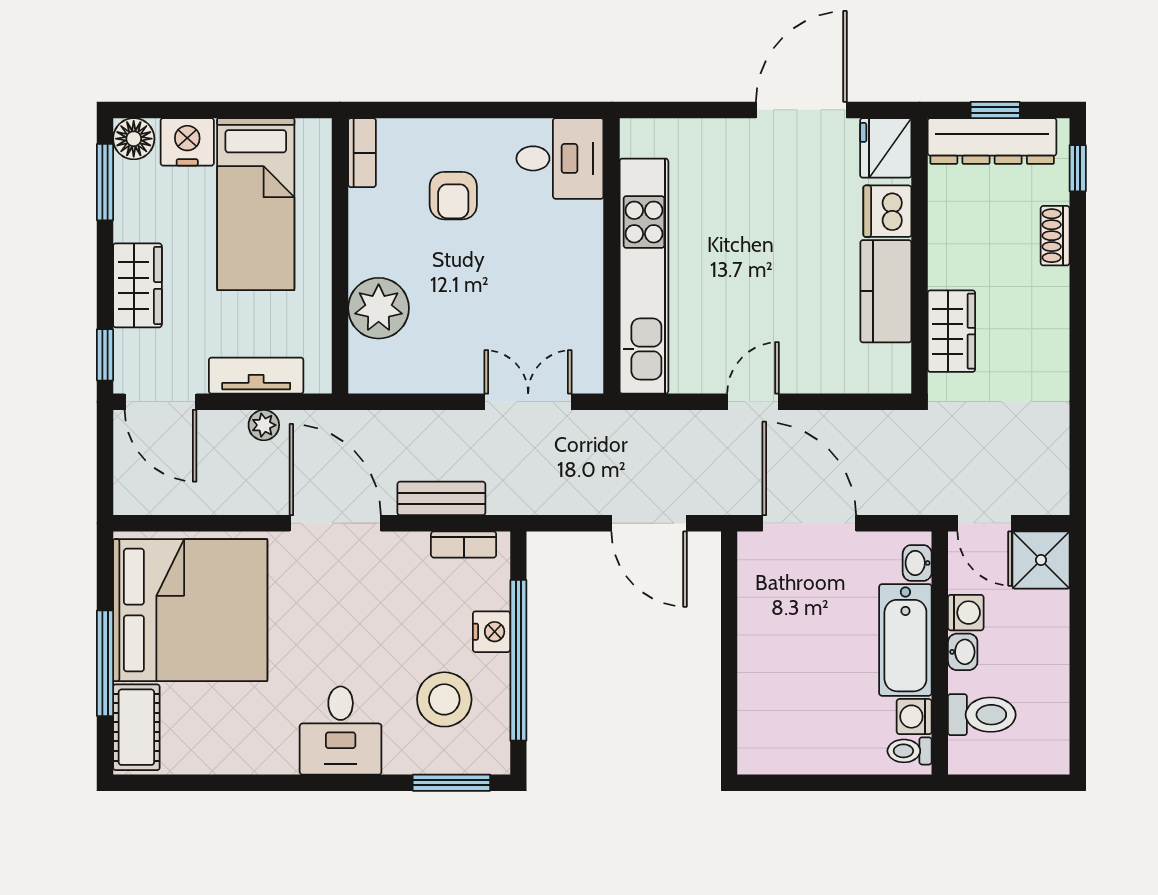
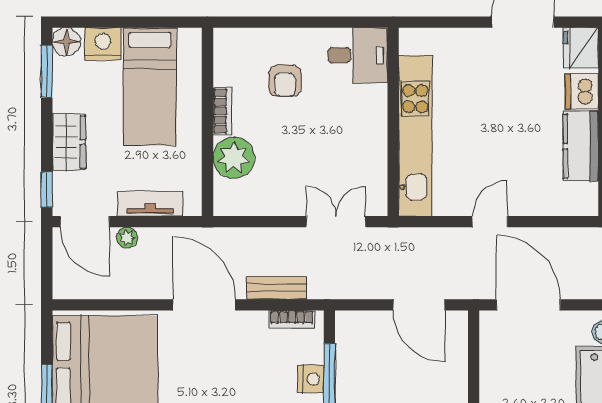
bookcase: (362, 153) -> (222, 111), moved
plant: (264, 425) -> (127, 238), moved

